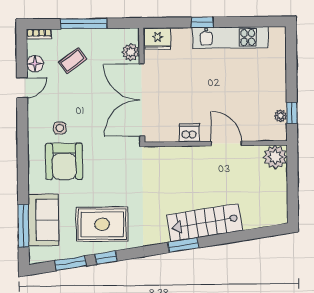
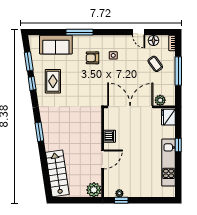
armchair: (64, 161) -> (92, 58), width x0.53, depth x0.53
stairs: (205, 223) -> (57, 173), moved
rug: (102, 224) -> (53, 81), width x0.73, depth x0.70
window: (23, 226) -> (80, 32), moved

